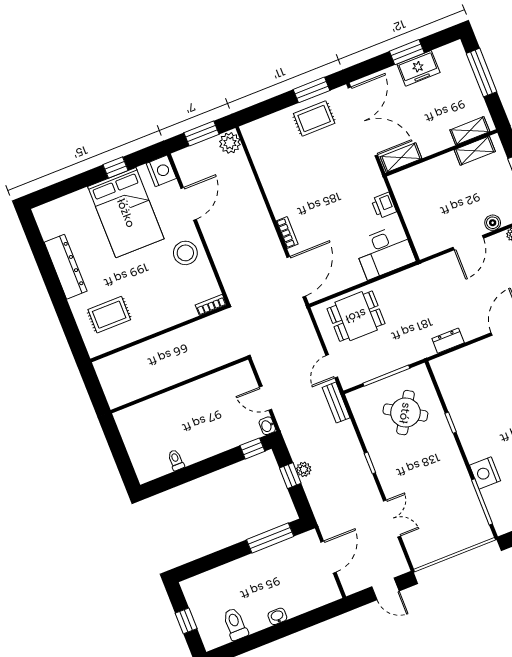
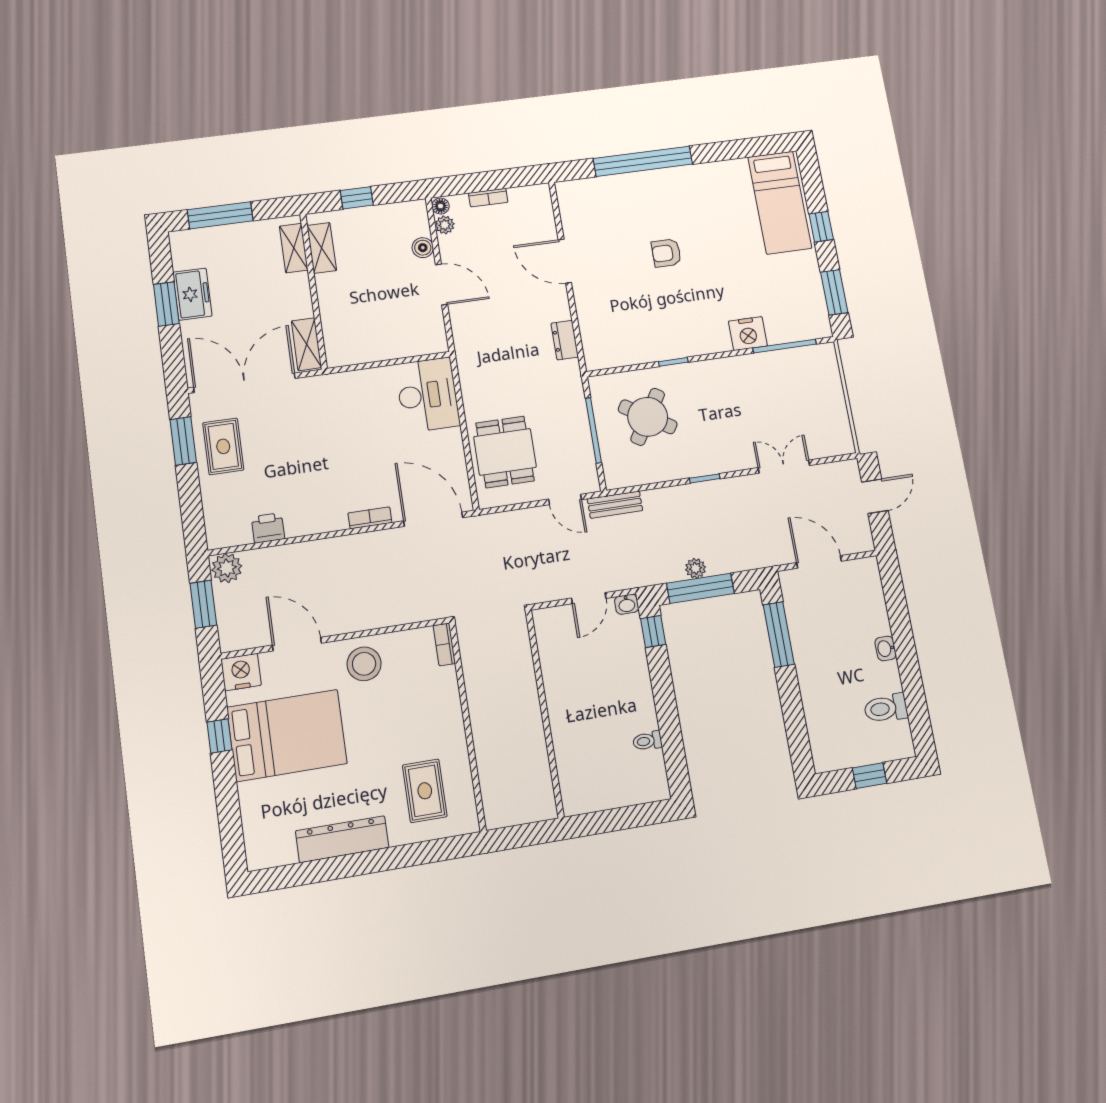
printer: (384, 205) -> (268, 528), moved, turned 180
window: (290, 476) -> (700, 588), width x2.17

